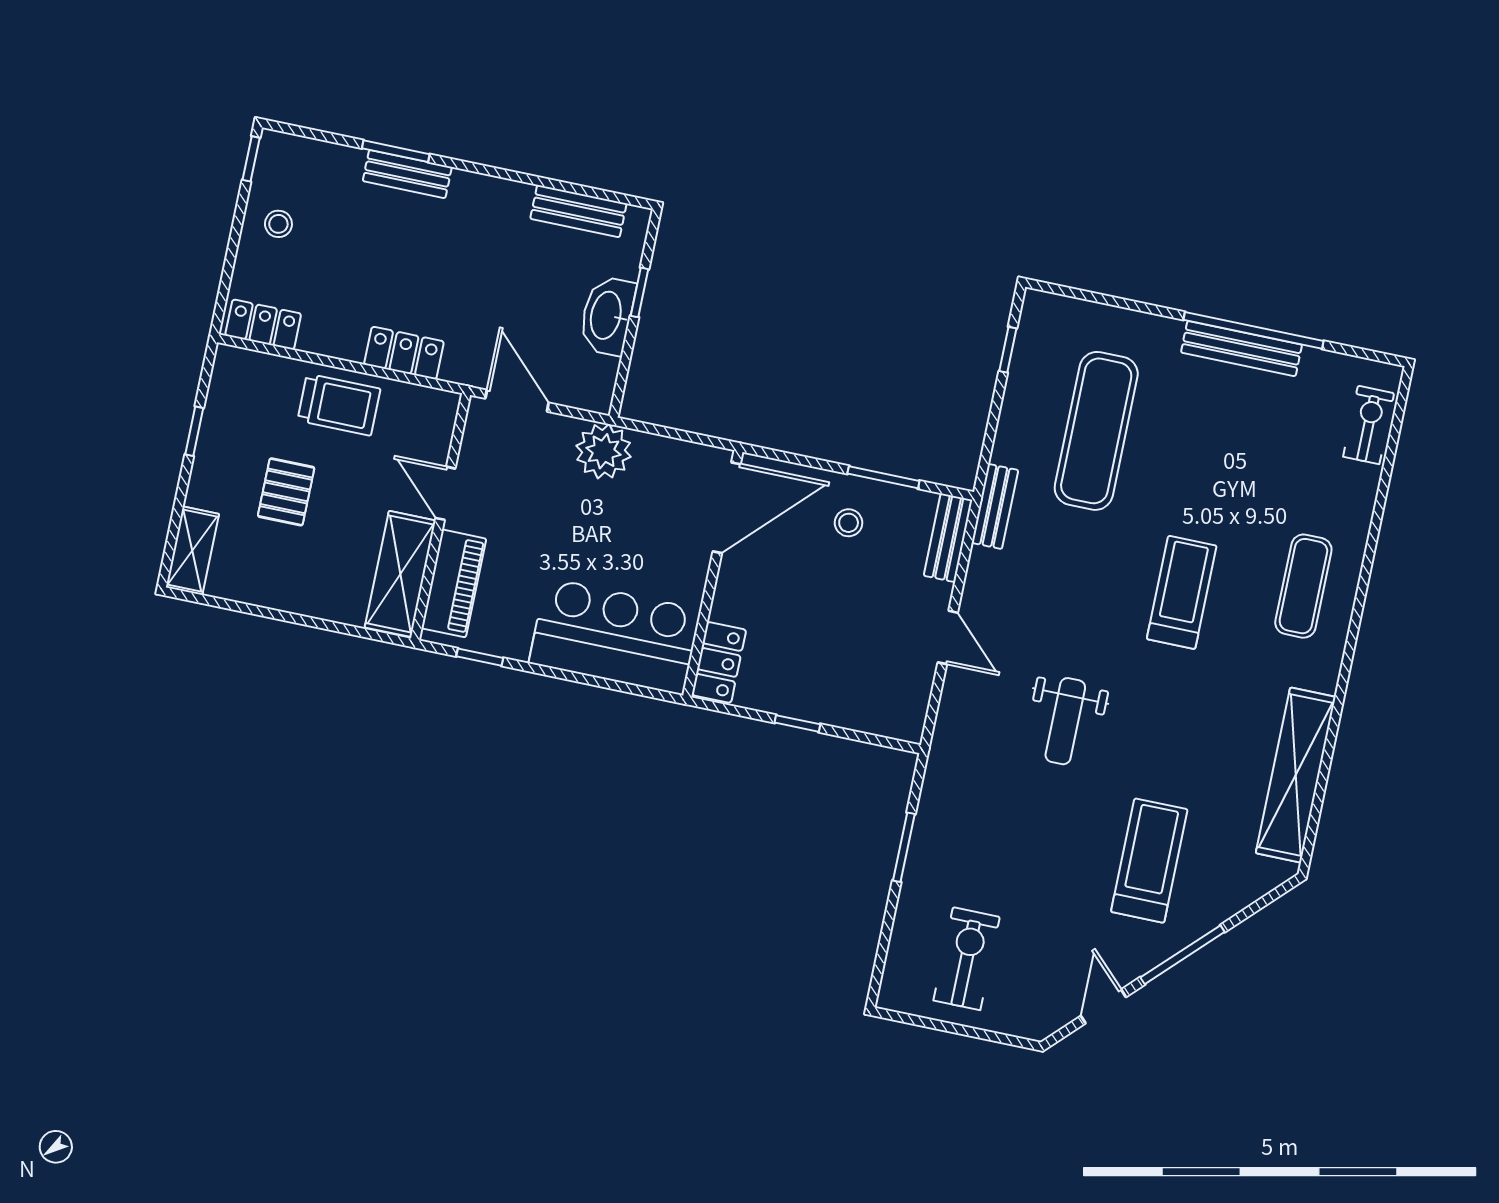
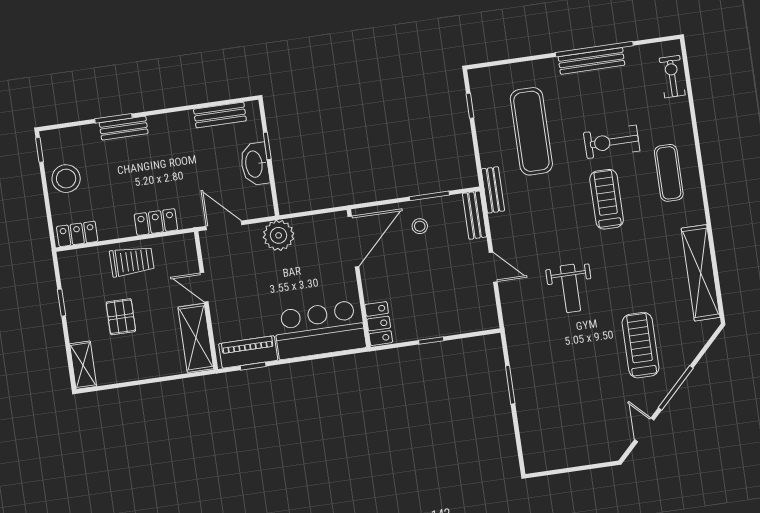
stool: (278, 224) -> (66, 179), width x1.89, depth x1.89
piano: (454, 583) -> (248, 352), moved, turned -90
exercise bike: (967, 959) -> (612, 142), moved, turned -90

